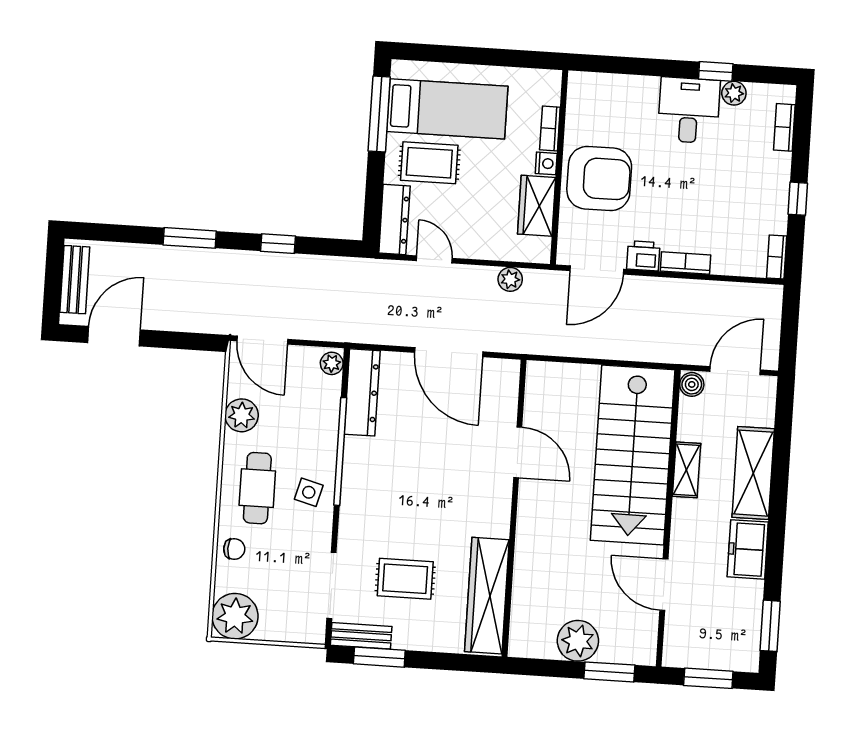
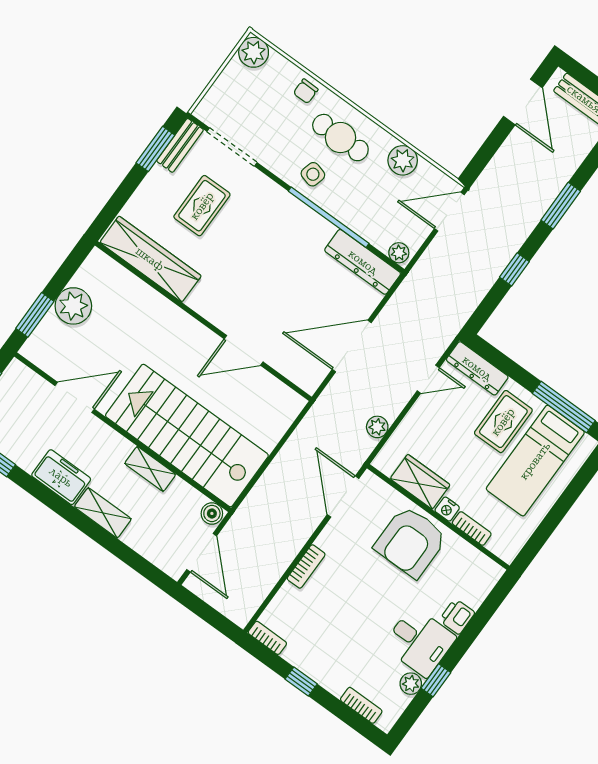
printer: (643, 256) -> (457, 617), moved, turned 180
shelving: (753, 473) -> (103, 513), width x0.67, depth x0.75
plant: (235, 616) -> (254, 52), width x0.73, depth x0.73

